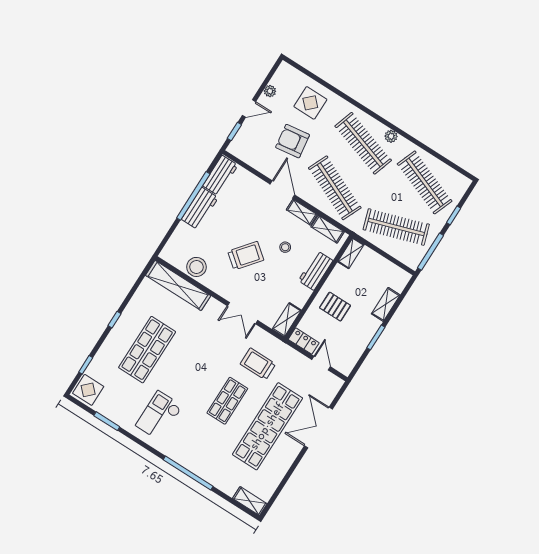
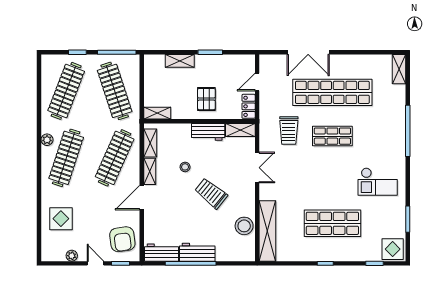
armchair: (293, 141) -> (122, 239), moved
workbench: (316, 271) -> (208, 132), moved

